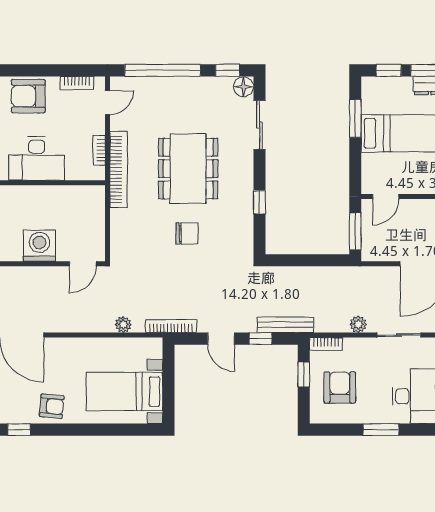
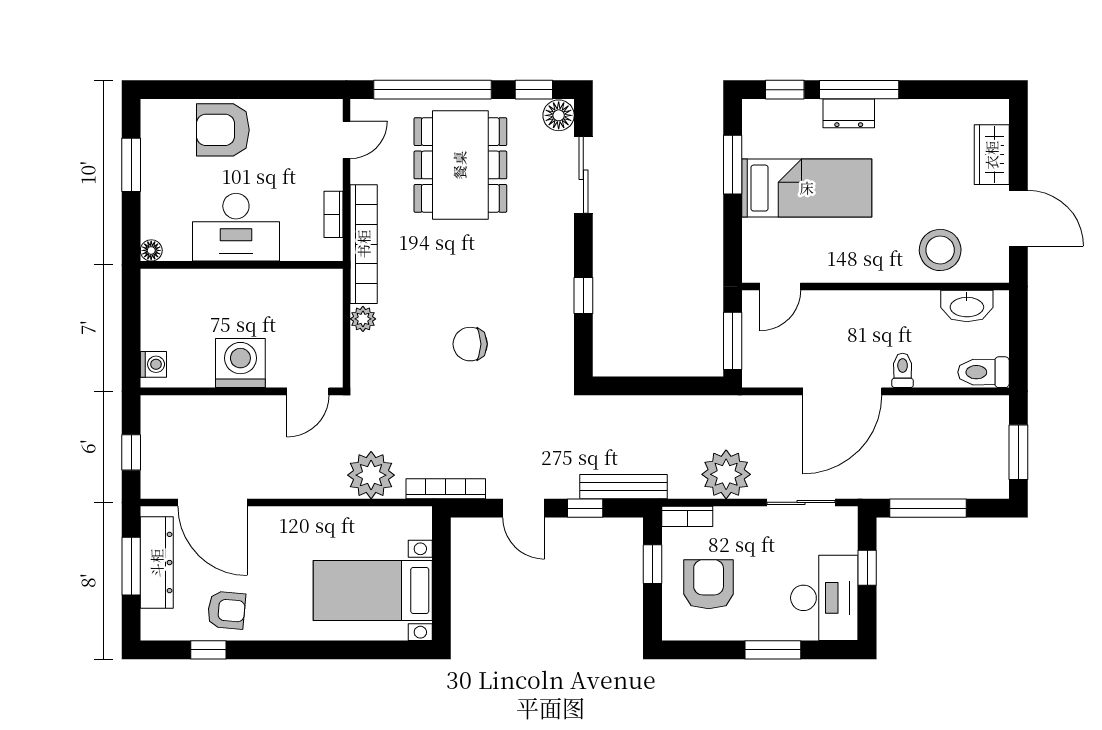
bookcase: (77, 83) -> (299, 109), removed
dining table: (188, 169) -> (460, 165), moved
plant: (118, 217) -> (363, 319), added
chair: (187, 233) -> (470, 344), turned 180
plant: (358, 324) -> (726, 474), width x1.87, depth x1.87
plant: (123, 325) -> (371, 475), width x1.88, depth x1.88
armchair: (52, 406) -> (226, 610), moved

